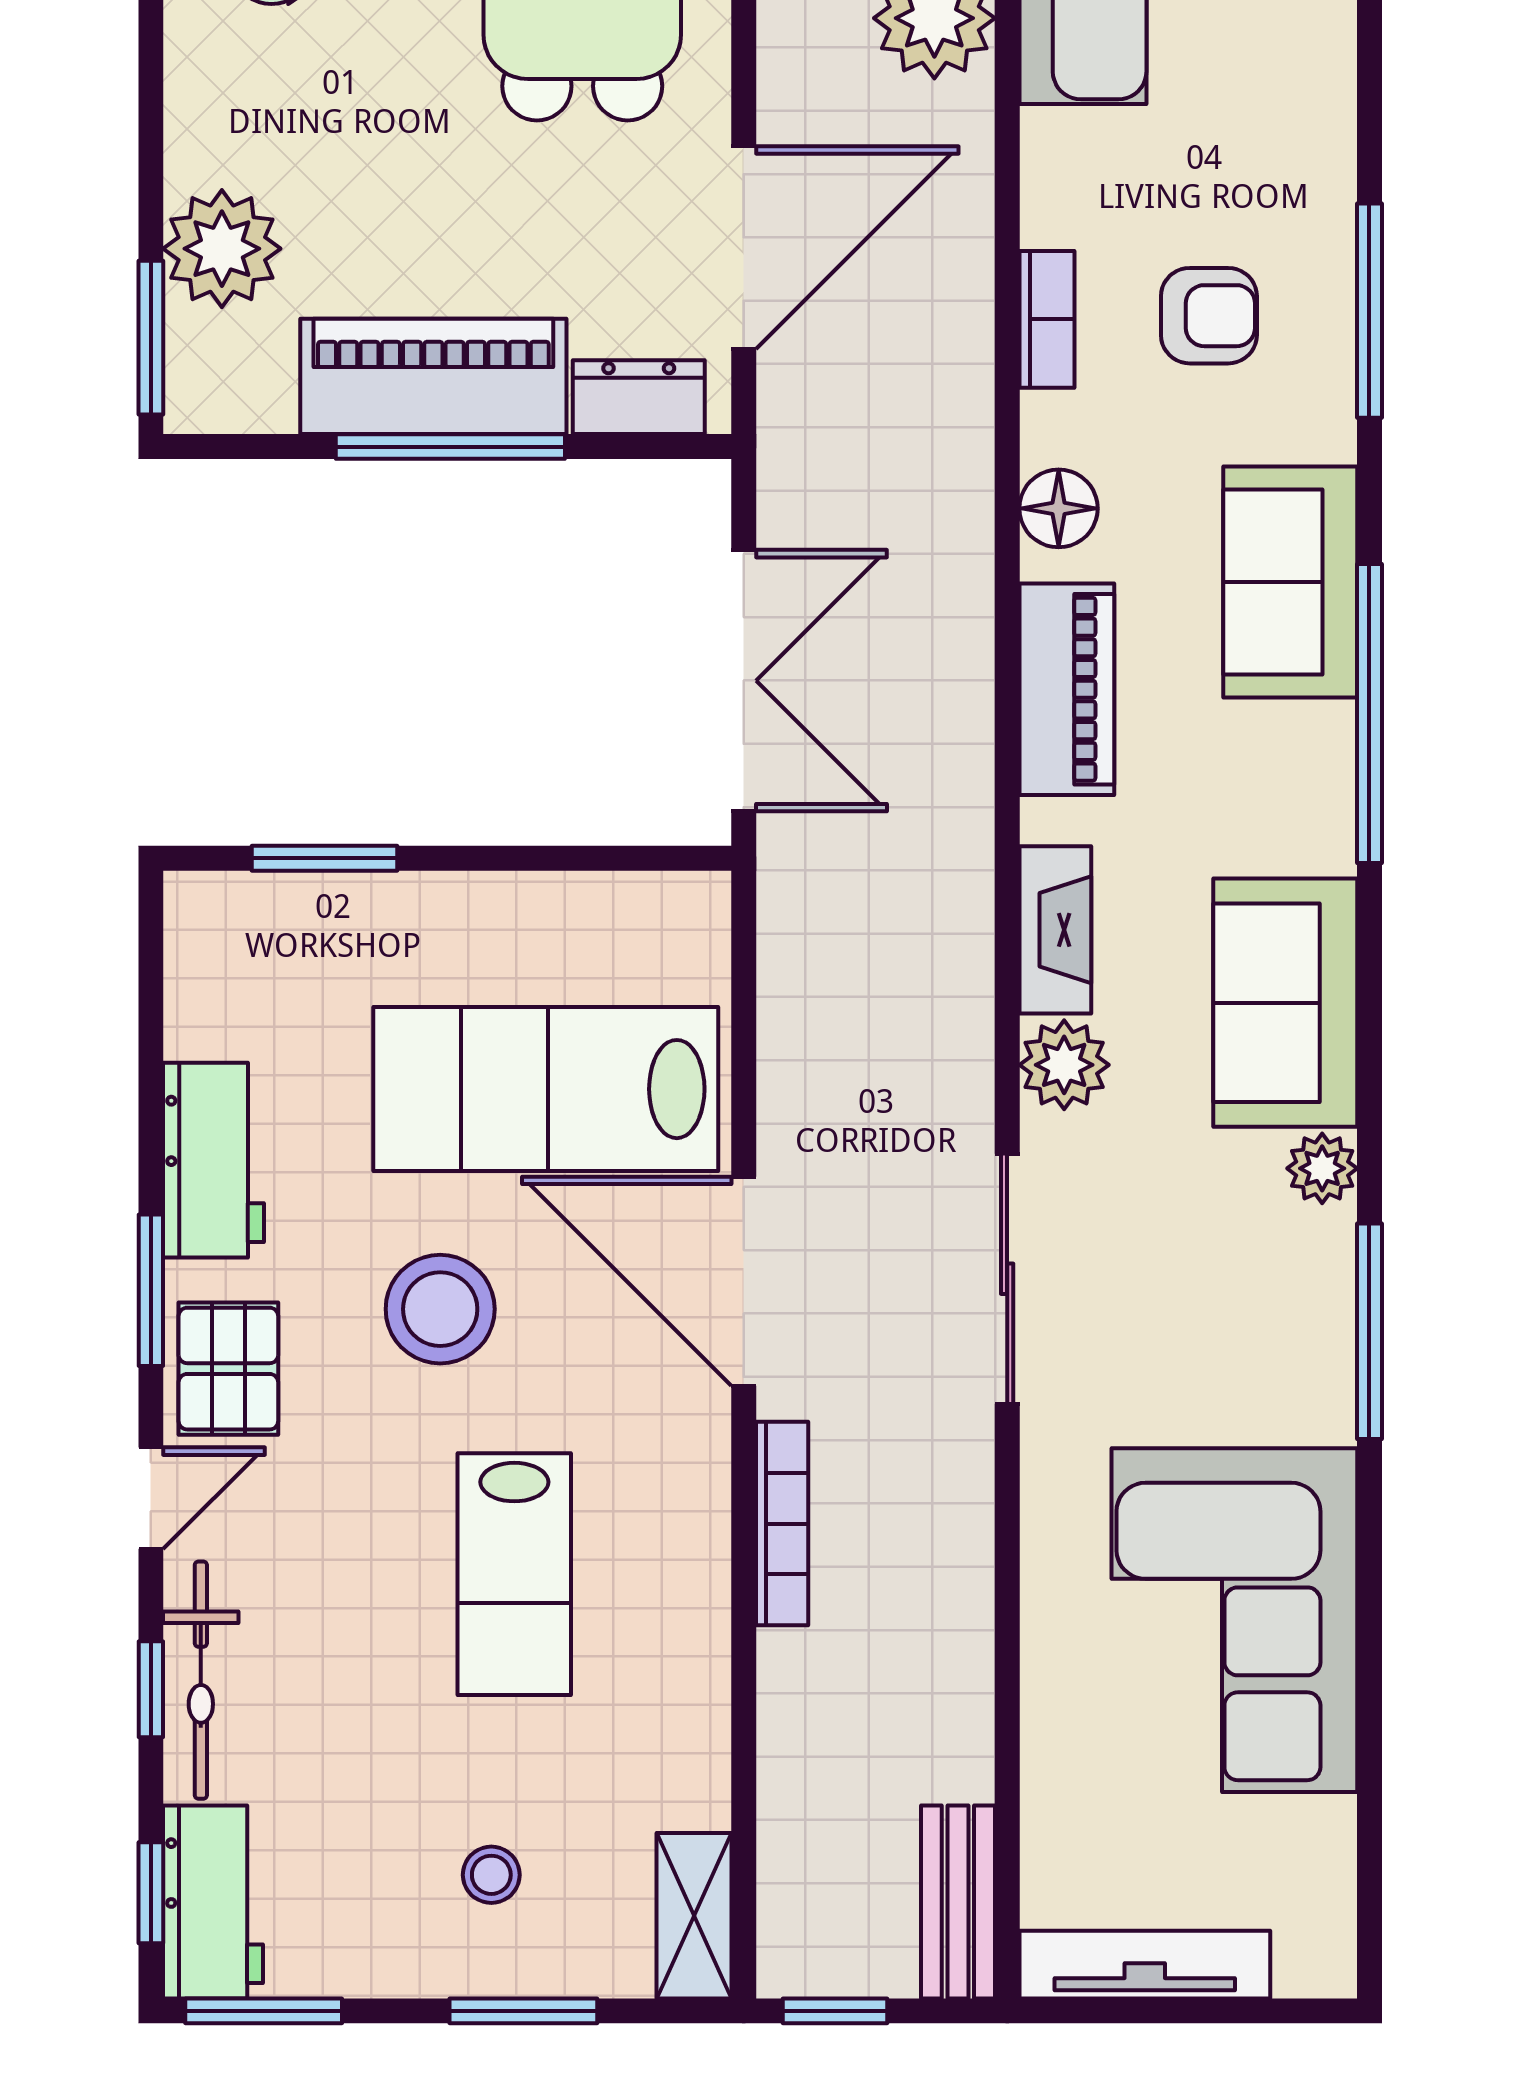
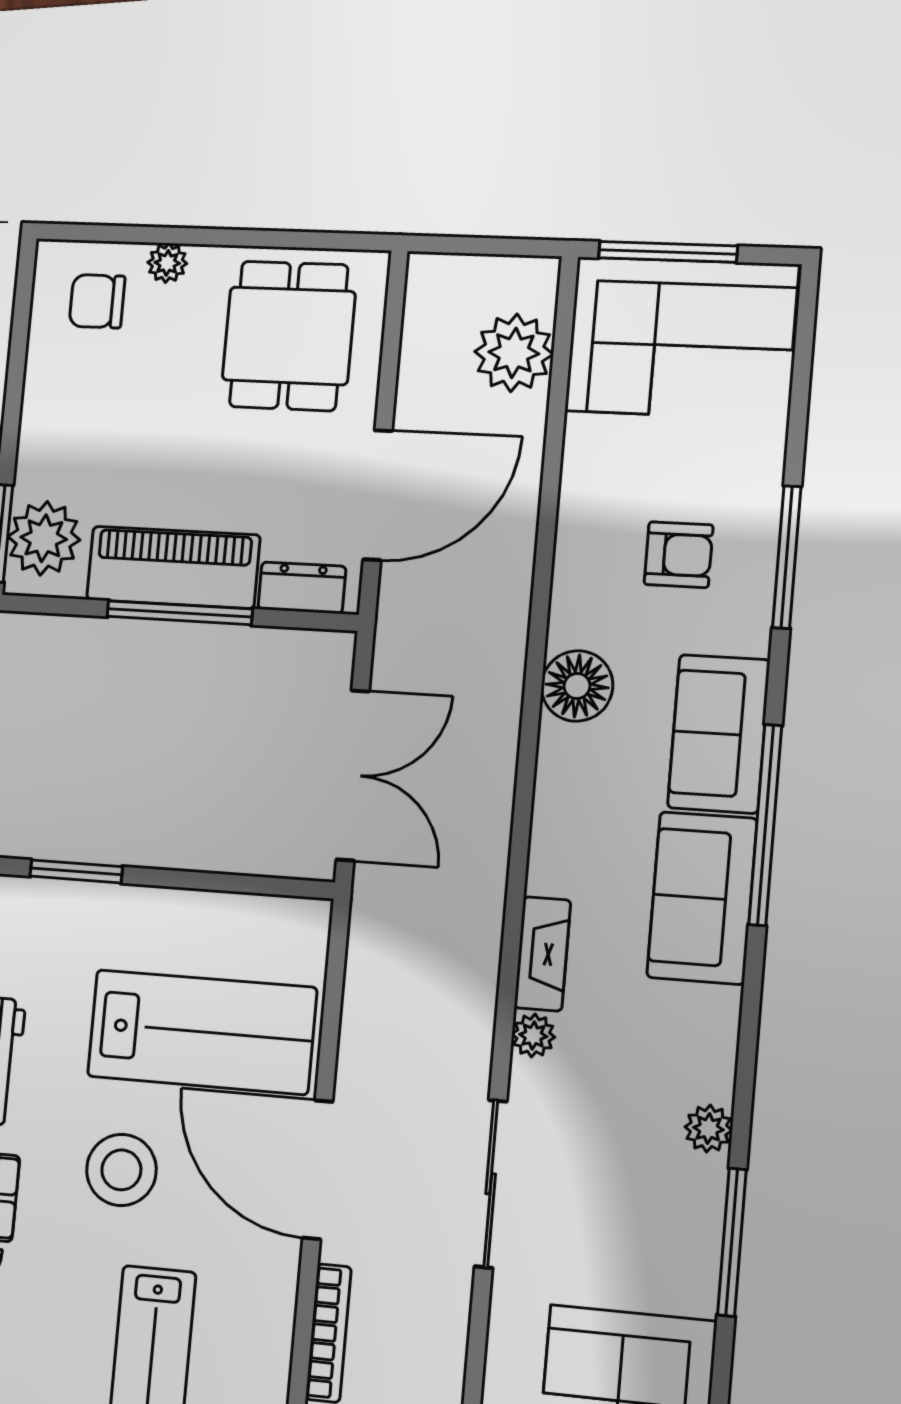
plant: (222, 249) -> (44, 538), moved
bookcase: (1047, 319) -> (571, 552), removed
floor lamp: (1059, 508) -> (577, 686), width x1.38, depth x1.38
piano: (1067, 689) -> (564, 795), removed
sofa: (1285, 1003) -> (702, 898), moved
plant: (1064, 1065) -> (533, 1035), width x0.73, depth x0.73
lab bench: (546, 1089) -> (202, 1032), turned 180

